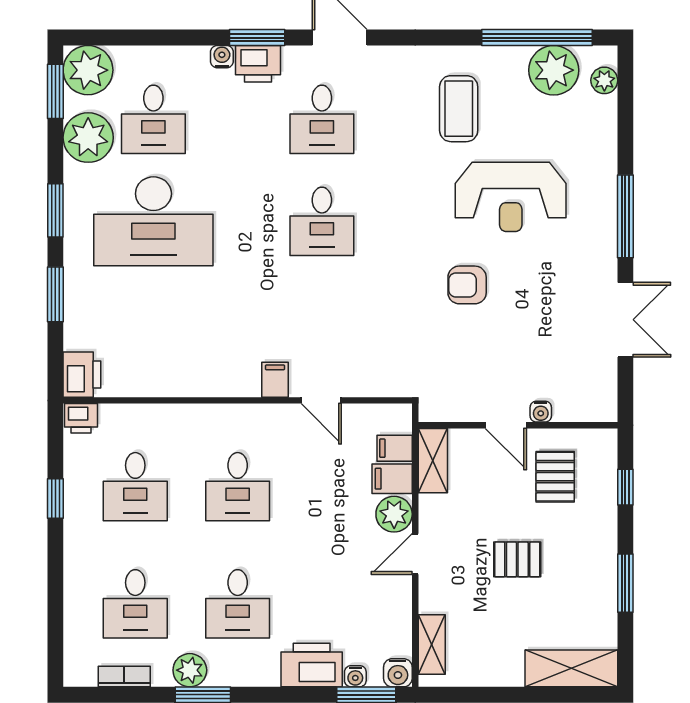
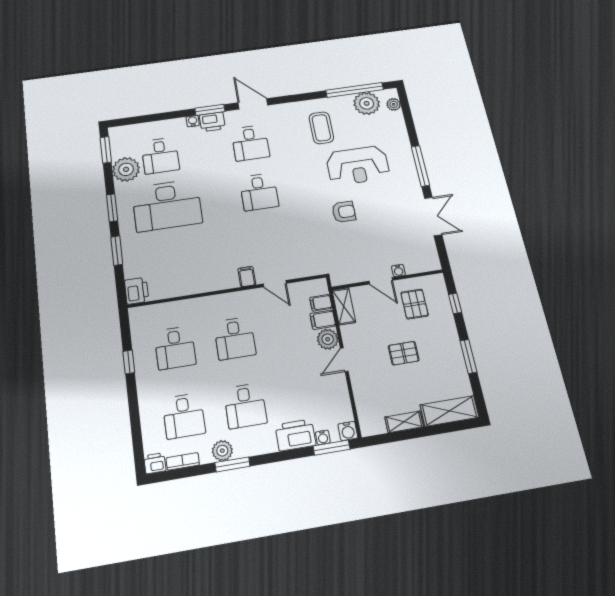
plant: (88, 70) -> (122, 137), removed
armchair: (467, 285) -> (344, 212), turned 180
printer: (81, 418) -> (155, 463), moved, turned 180
shelving: (432, 645) -> (404, 422), moved, turned 90

